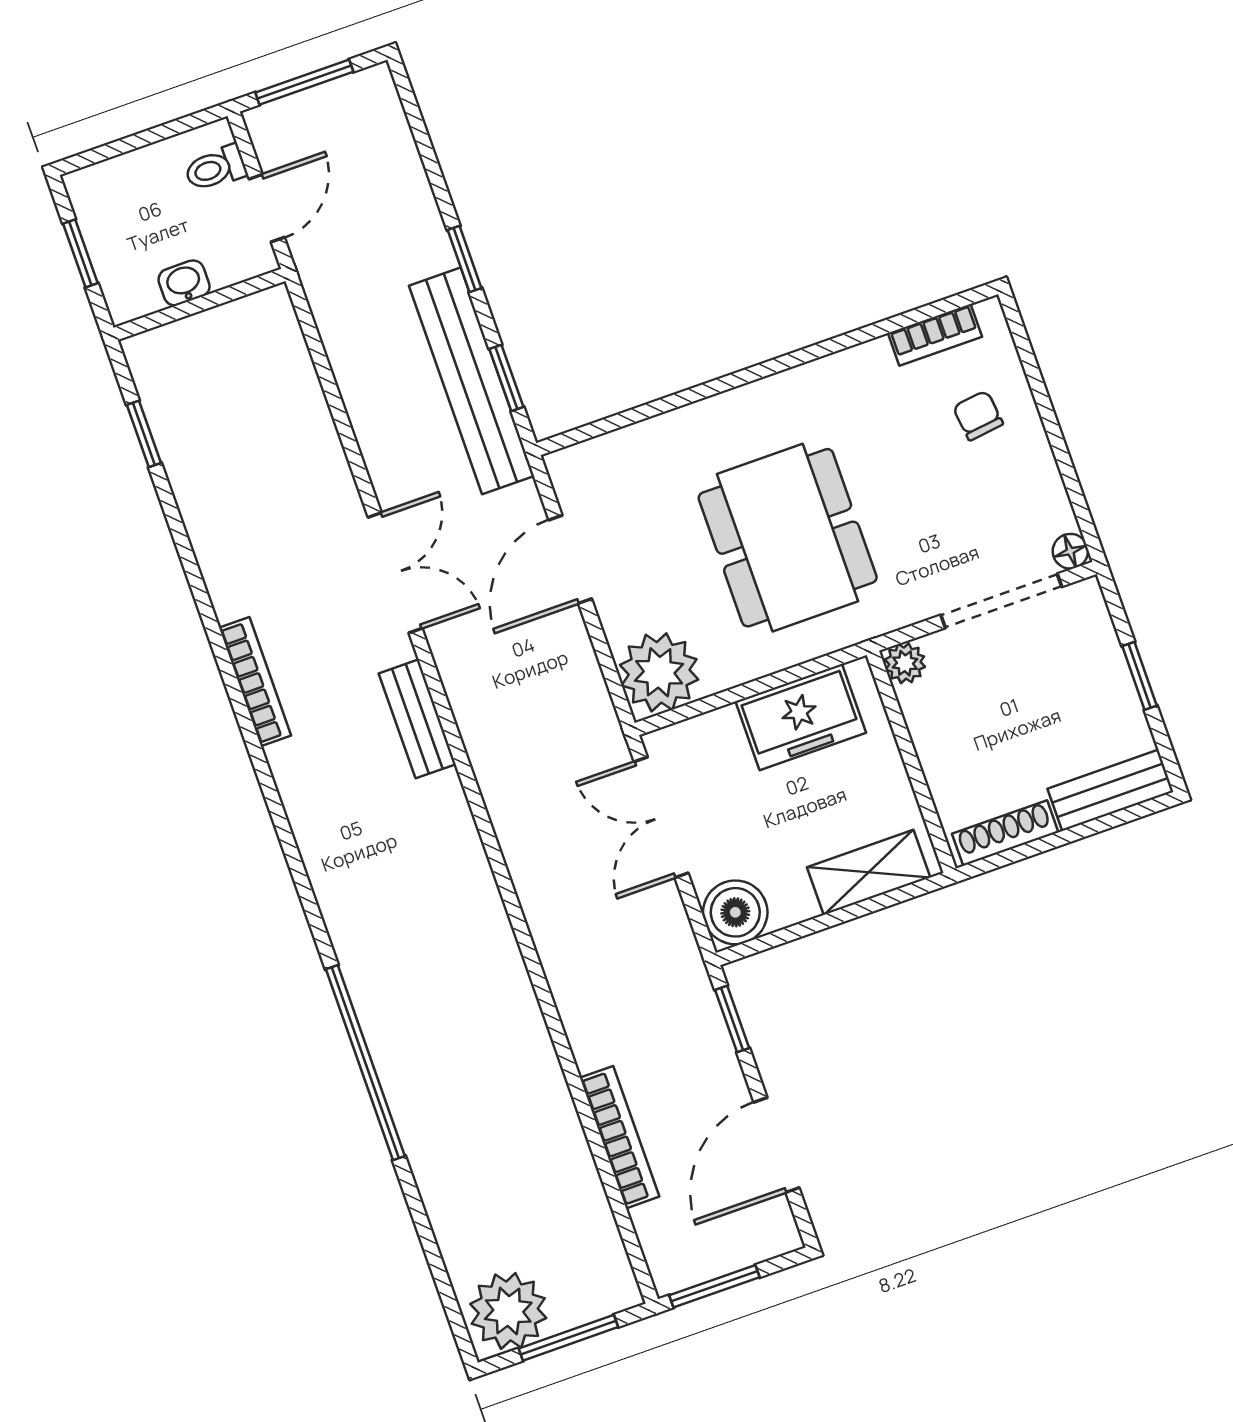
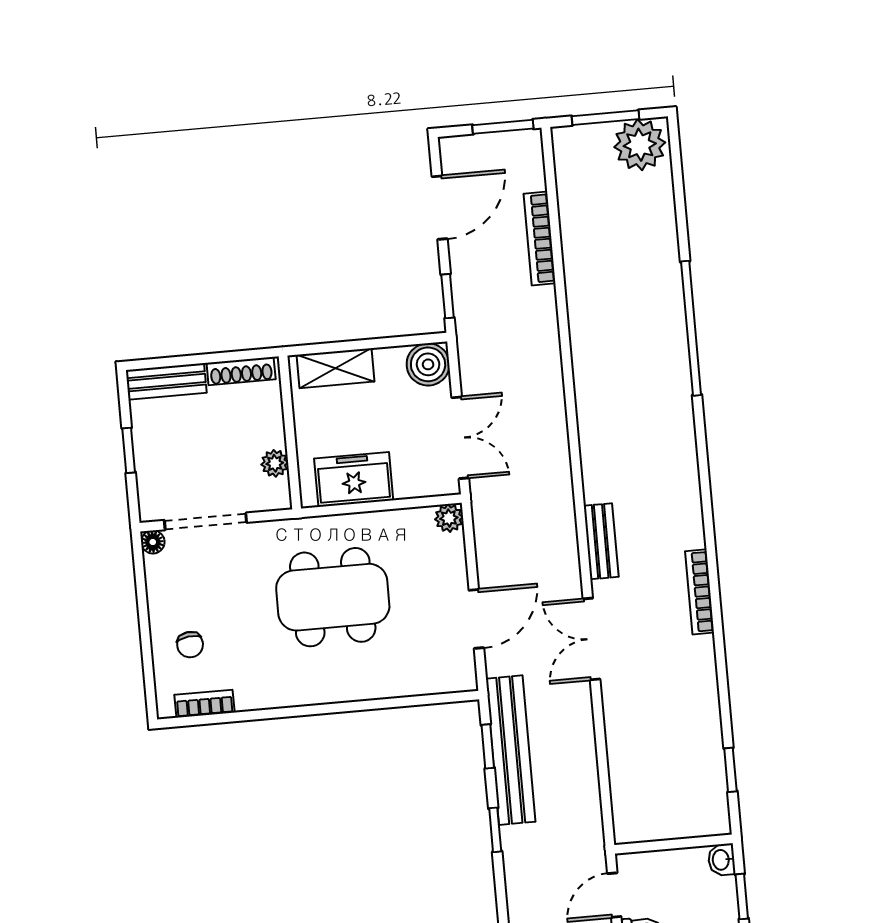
washbasin: (184, 283) -> (722, 860), moved, turned 90
dining table: (788, 538) -> (333, 597), turned 90
plant: (905, 663) -> (275, 463), moved
plant: (659, 672) -> (449, 518), width x0.53, depth x0.53

